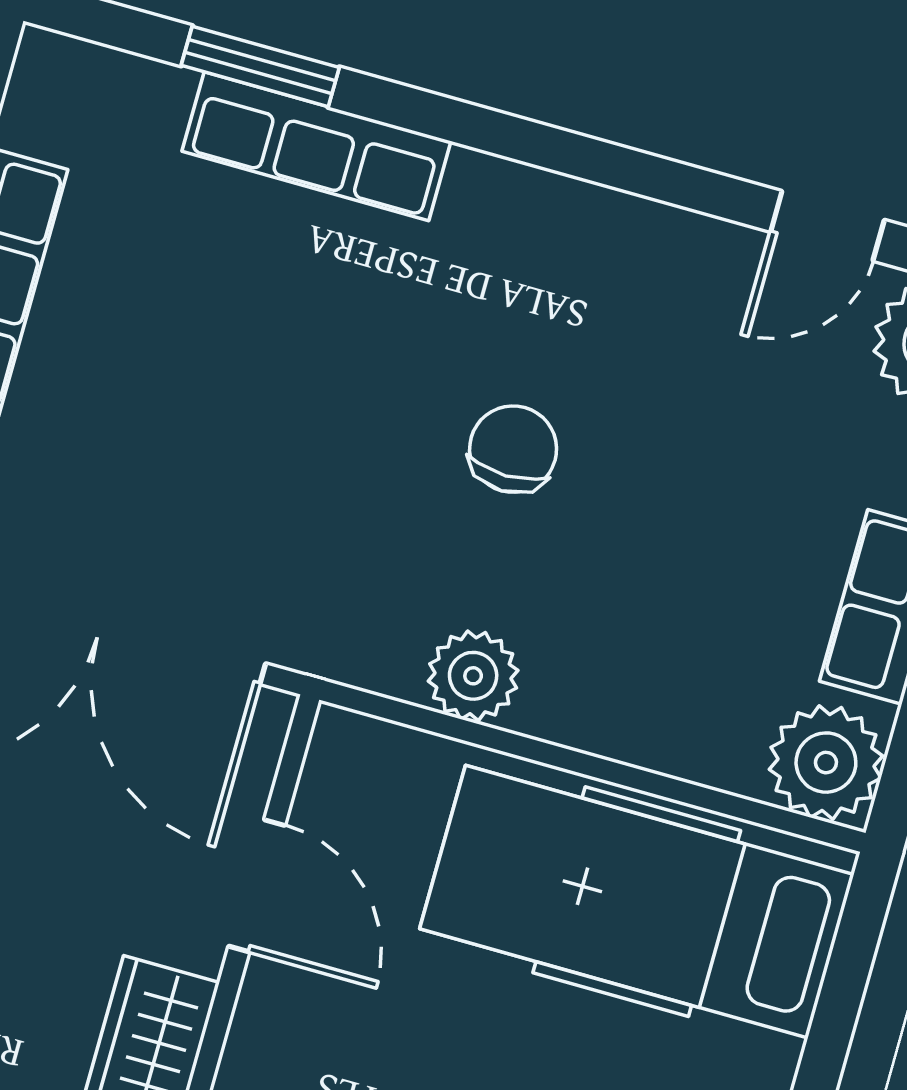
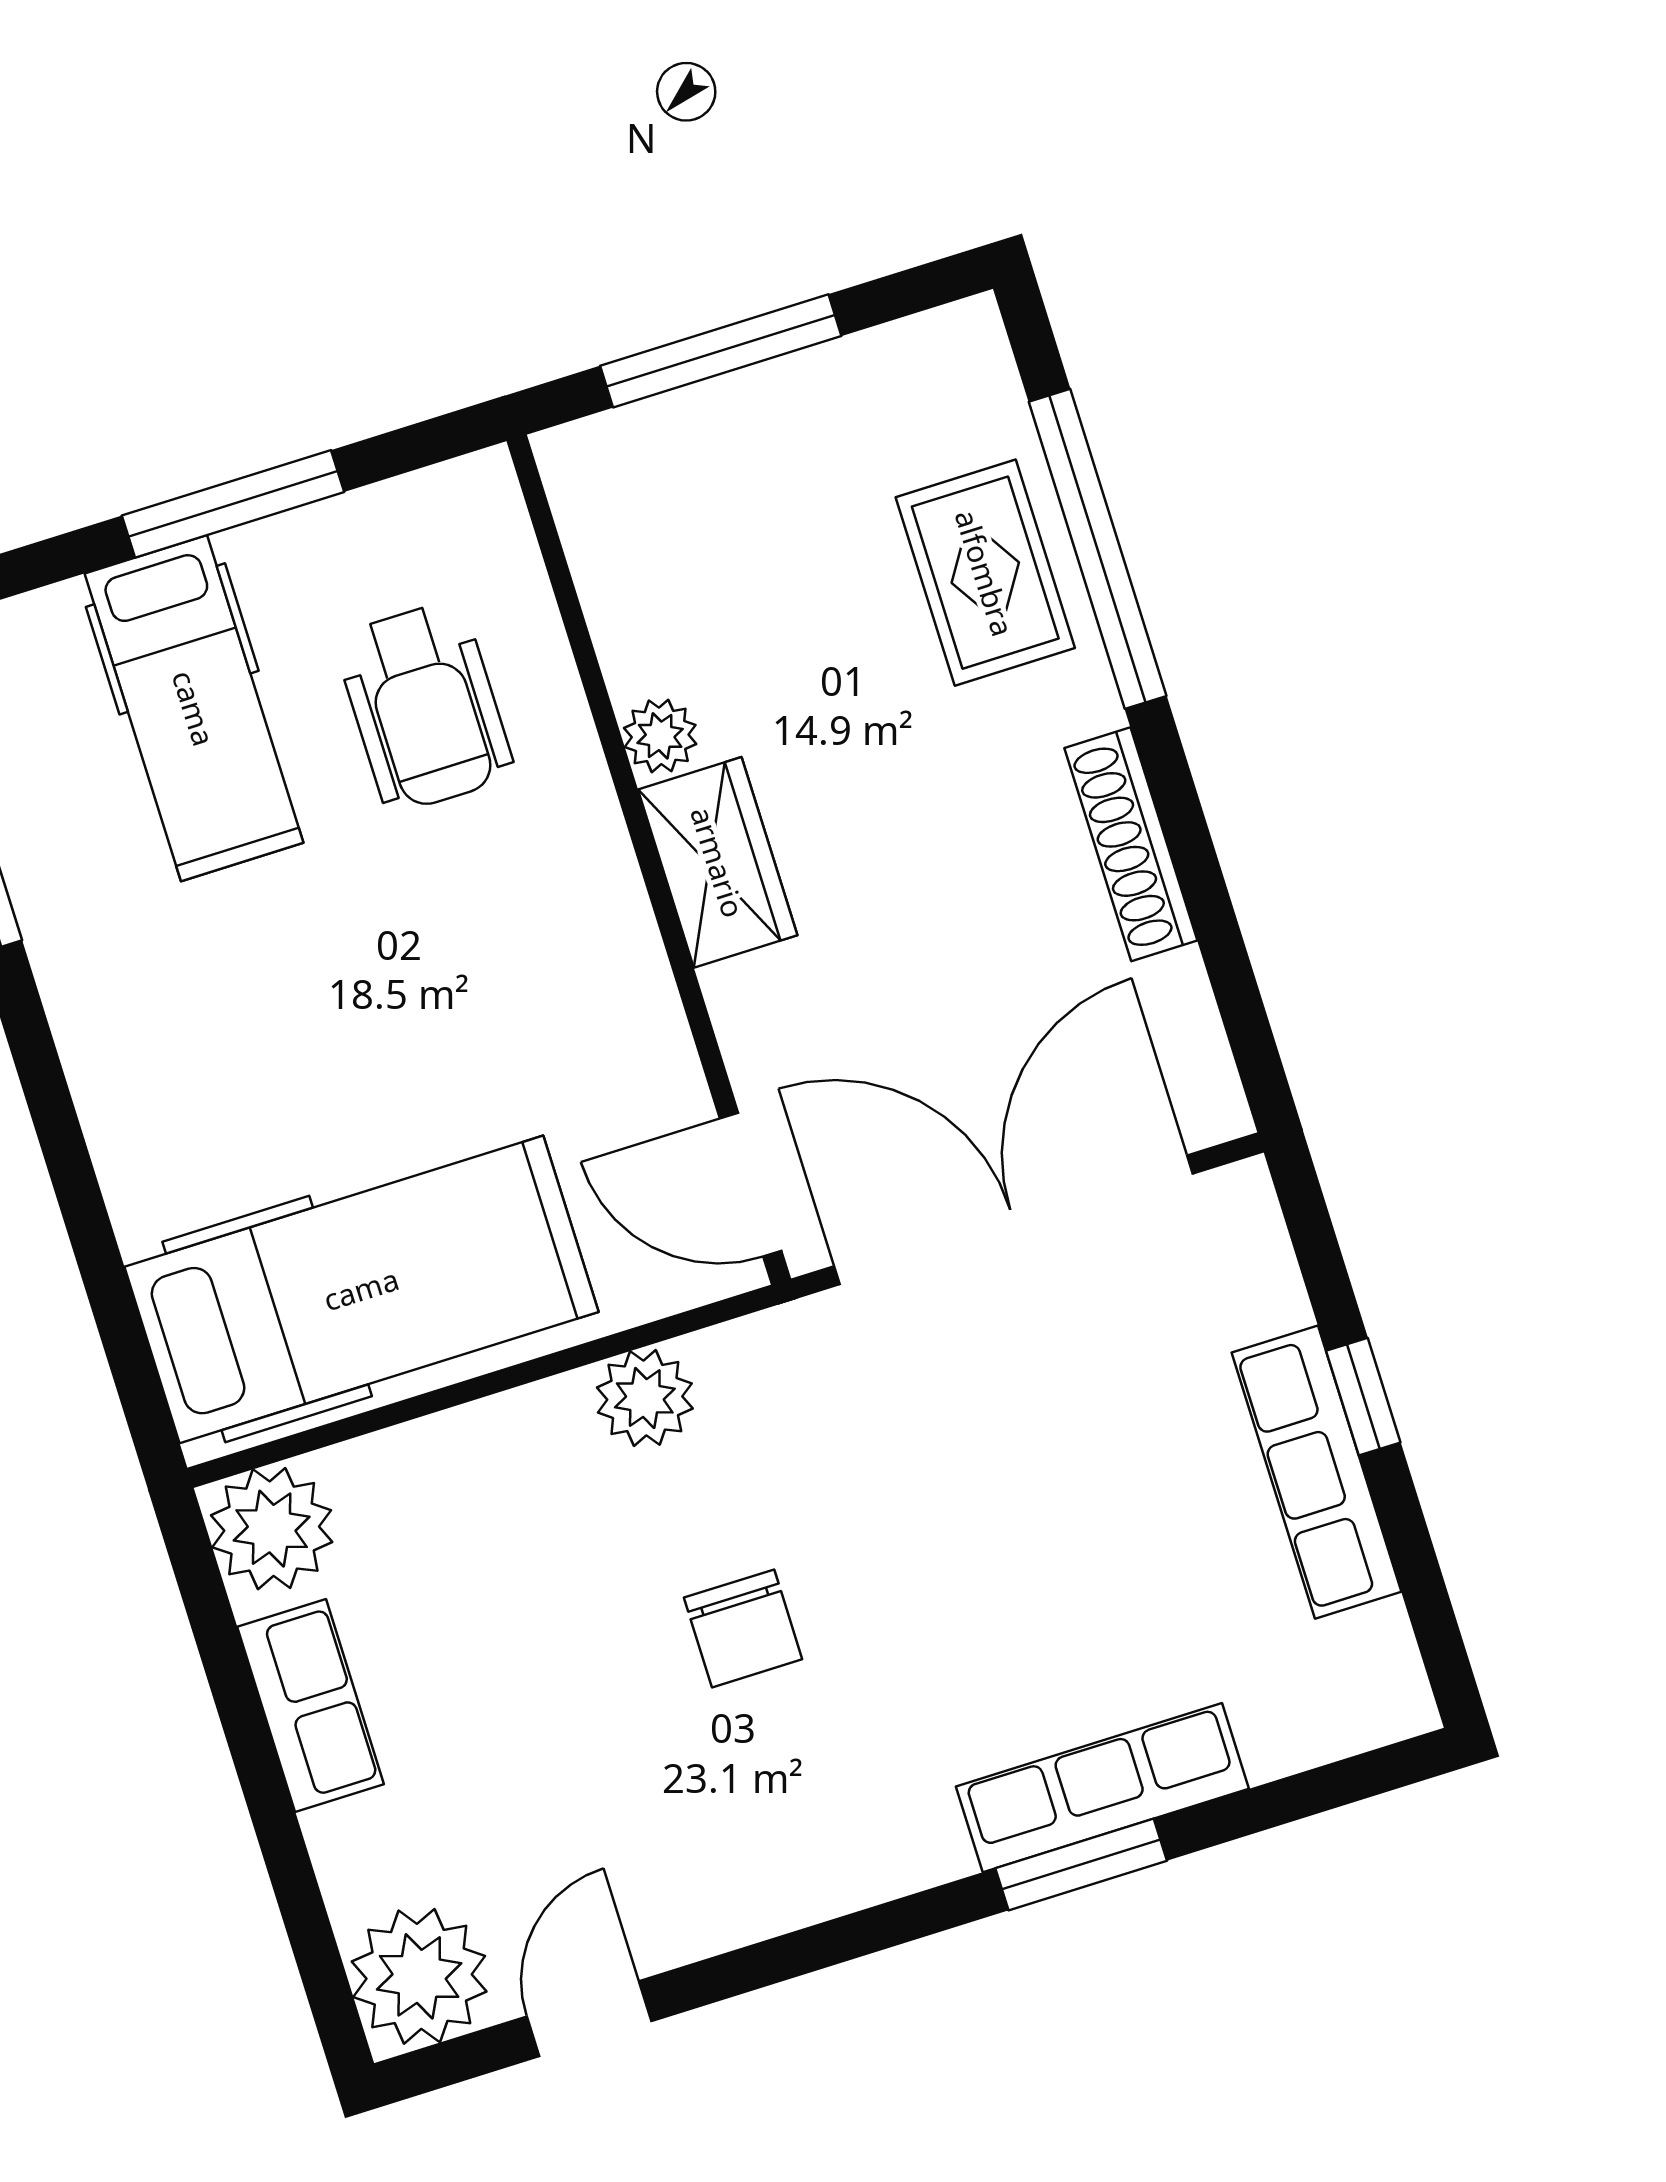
window: (260, 66) -> (1081, 1865), moved
door: (257, 886) -> (751, 1185), moved

